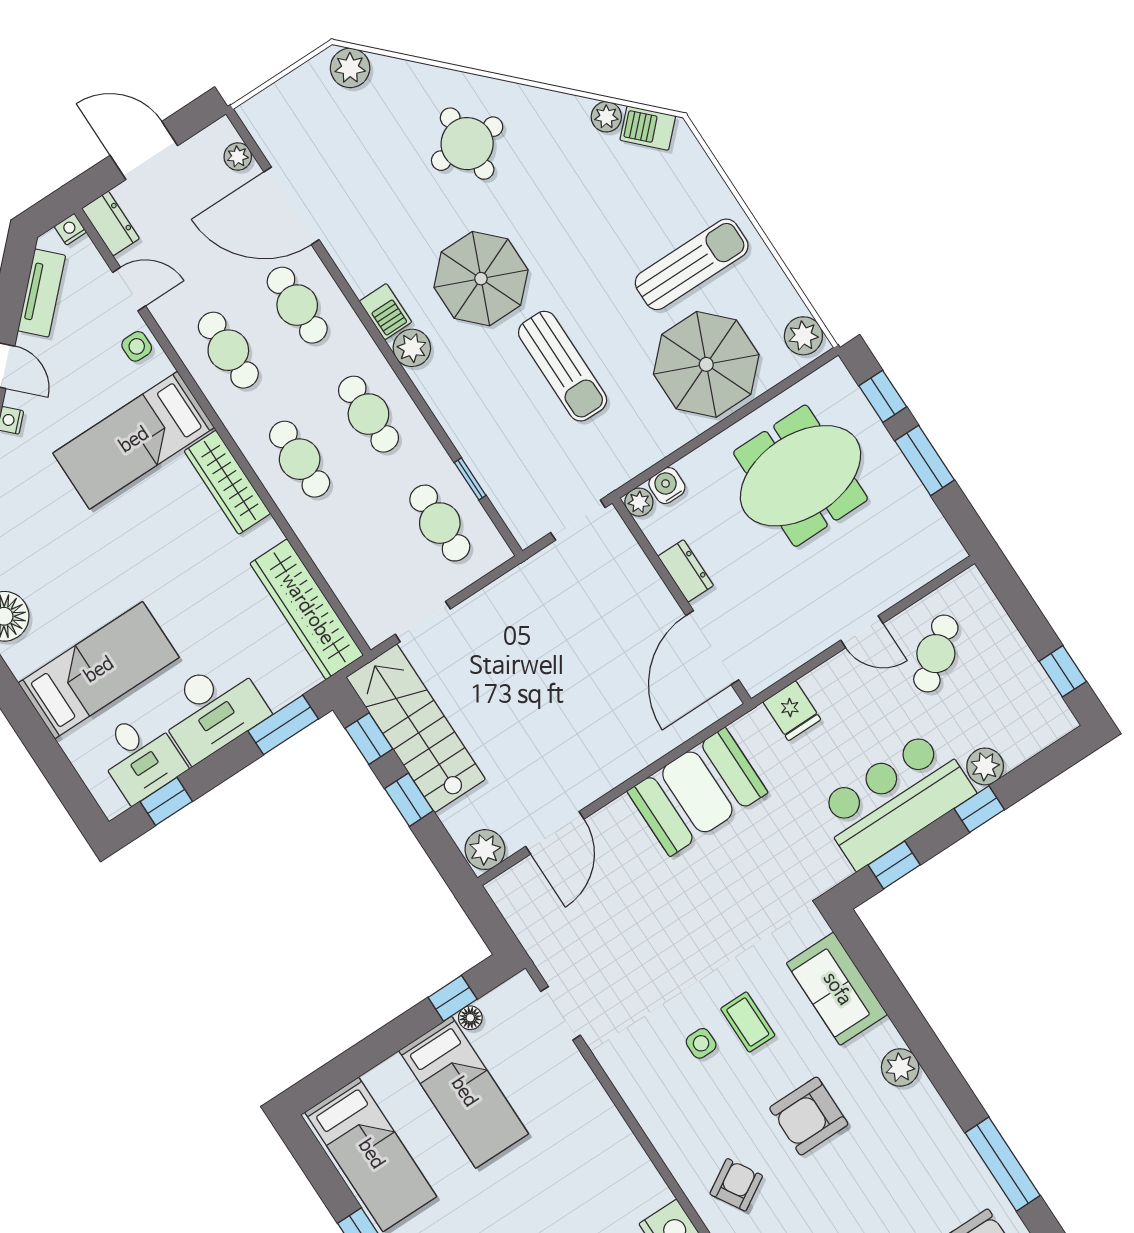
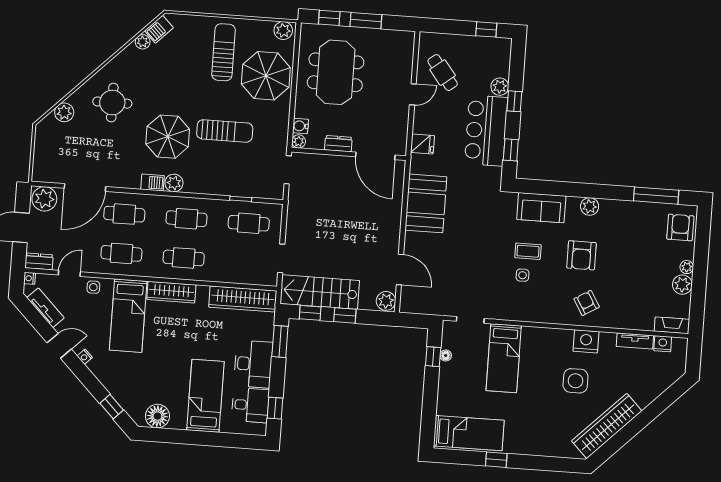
plant: (350, 68) -> (64, 112), moved
plant: (238, 157) -> (44, 199), width x1.87, depth x1.87
bed: (464, 1092) -> (504, 358), moved, turned 90

